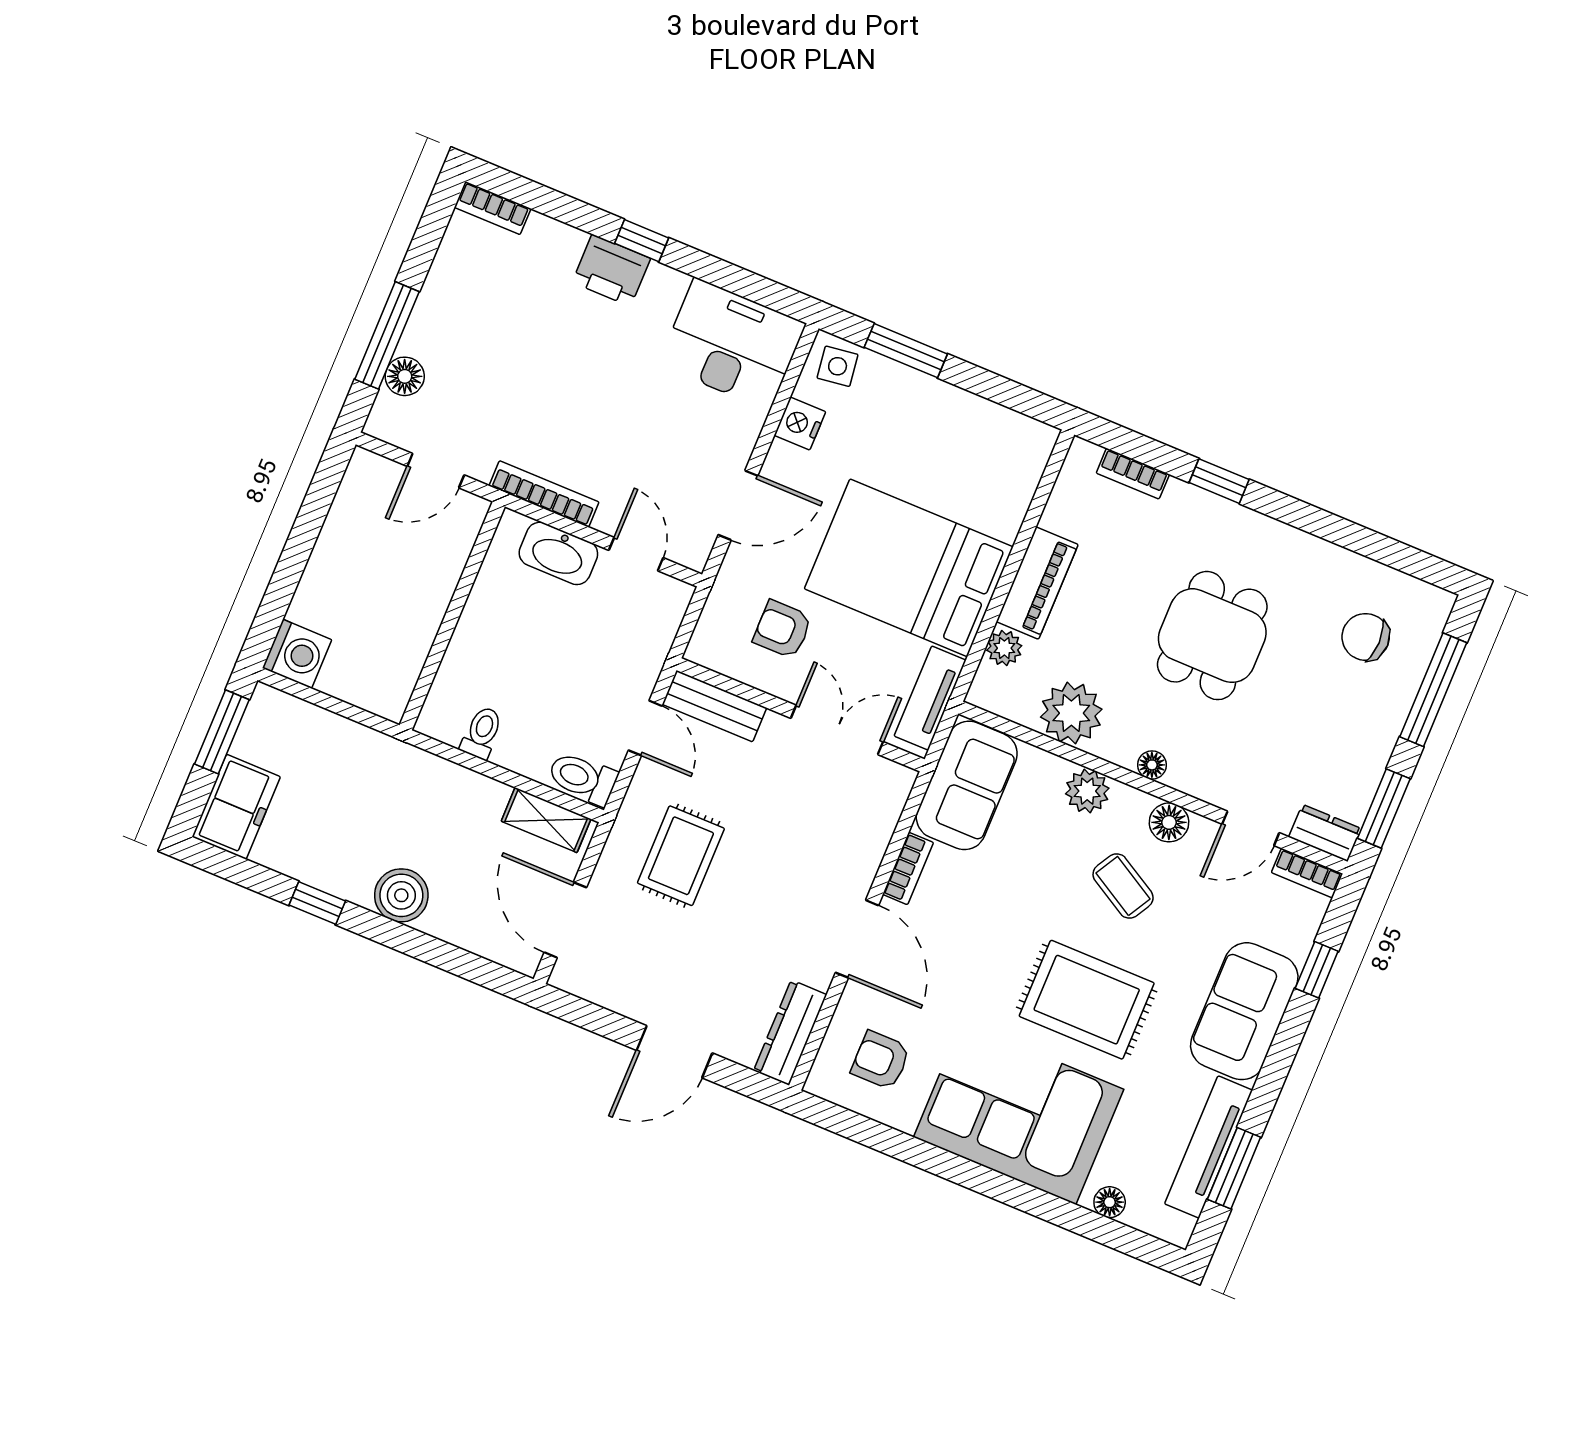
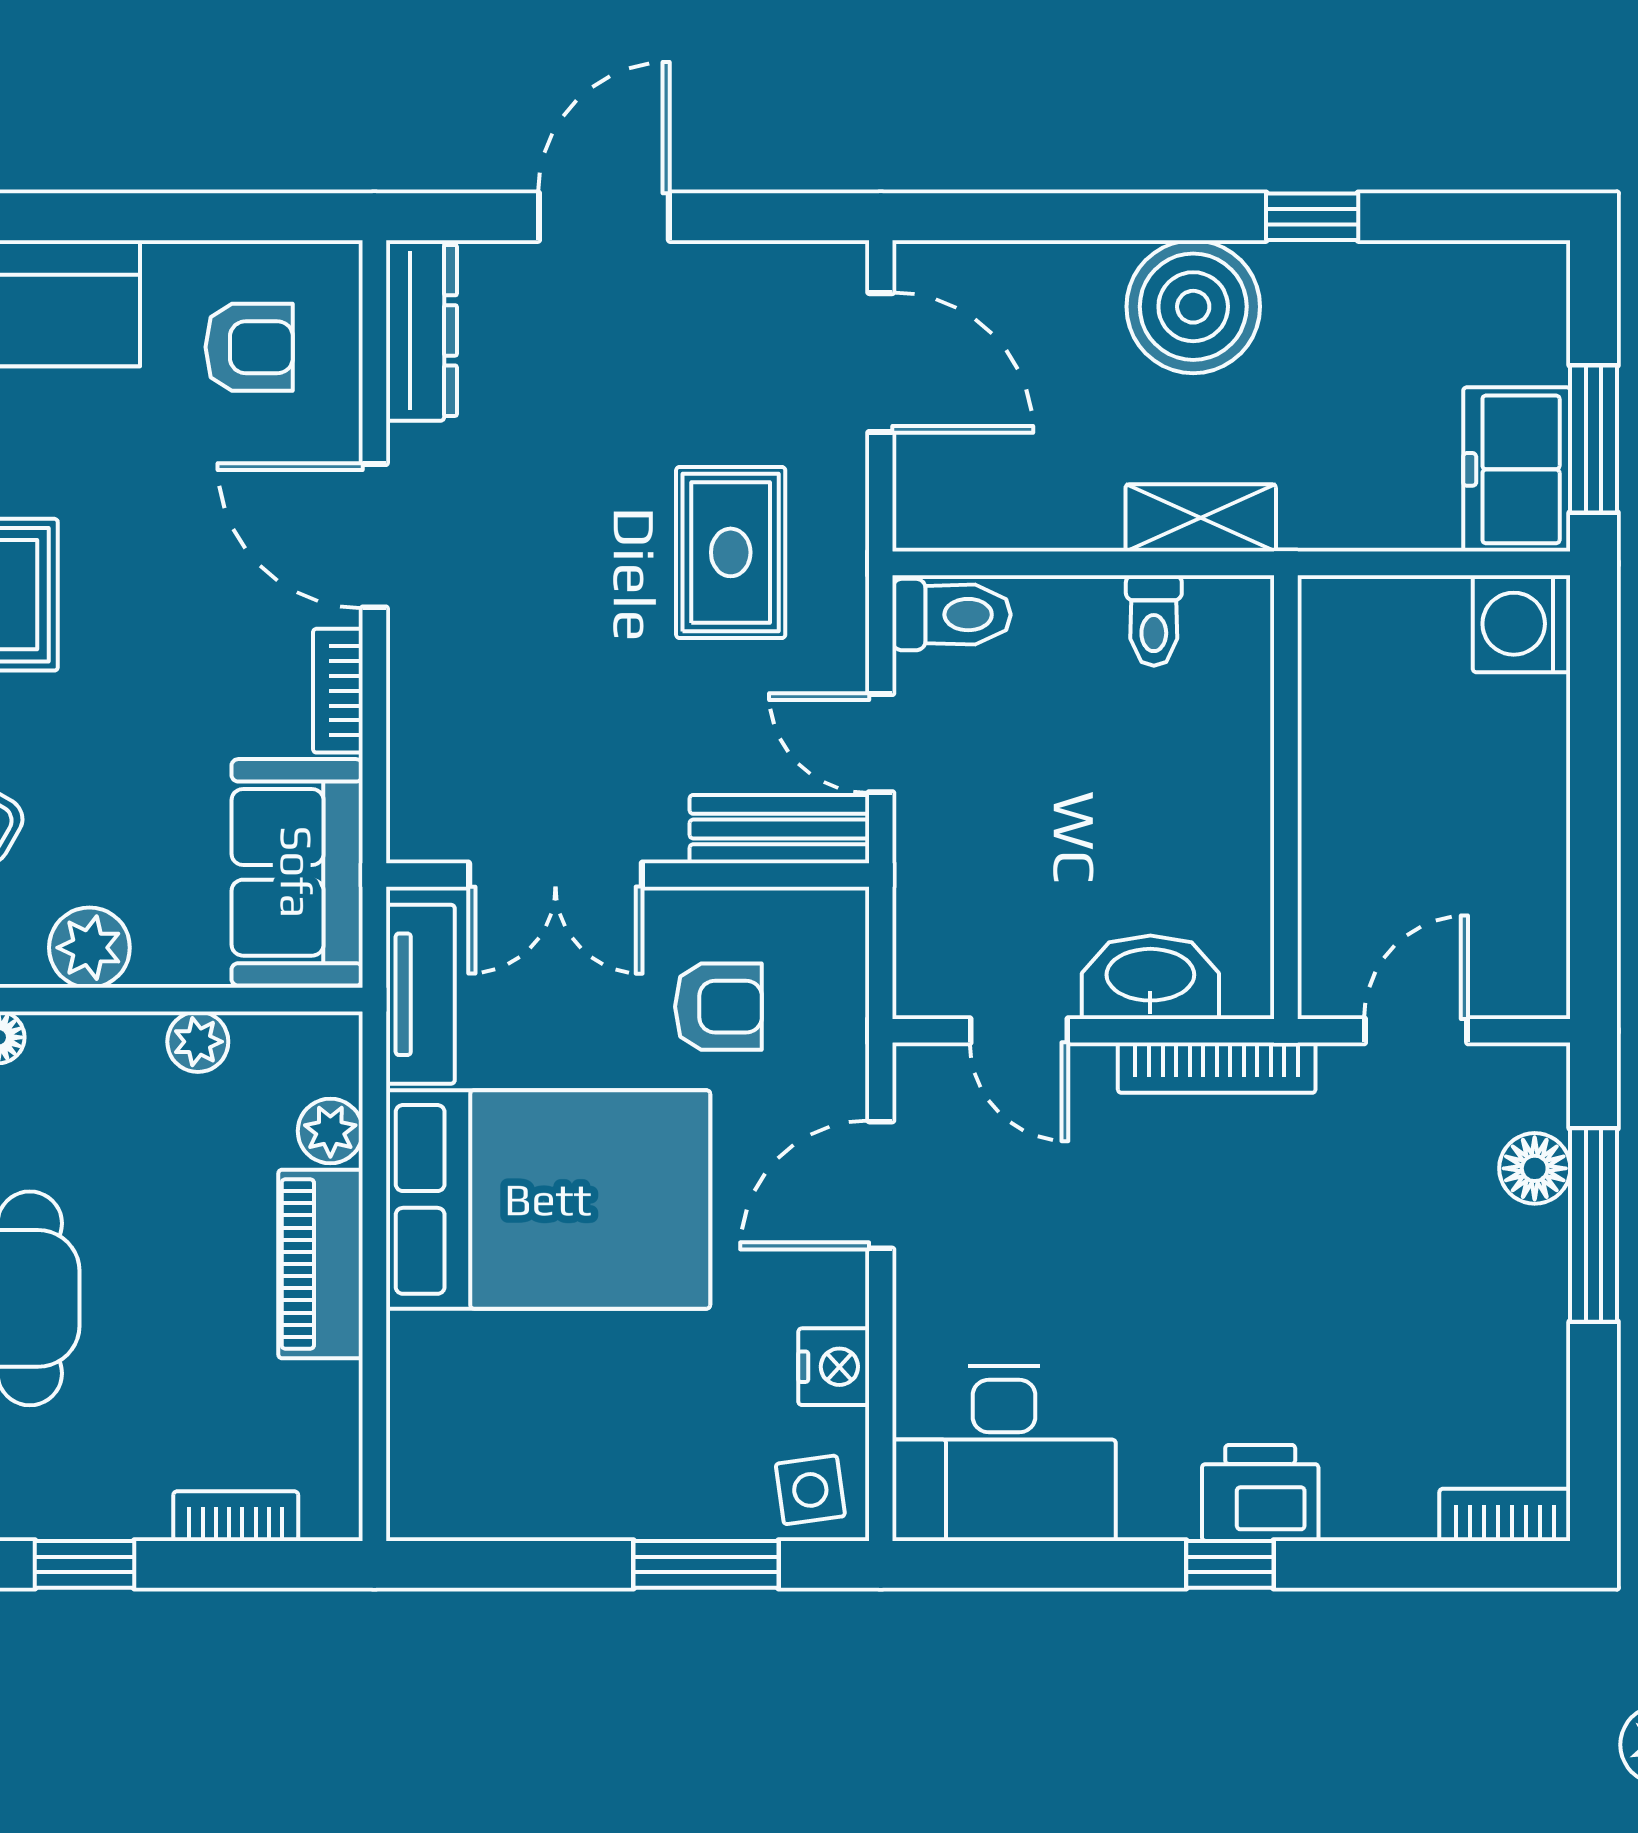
plant: (1071, 713) -> (198, 1042), width x0.53, depth x0.53
freezer: (236, 807) -> (1517, 469), moved
shelving: (546, 820) -> (1201, 518), moved
boiler: (401, 895) -> (1193, 307), width x1.37, depth x1.37

